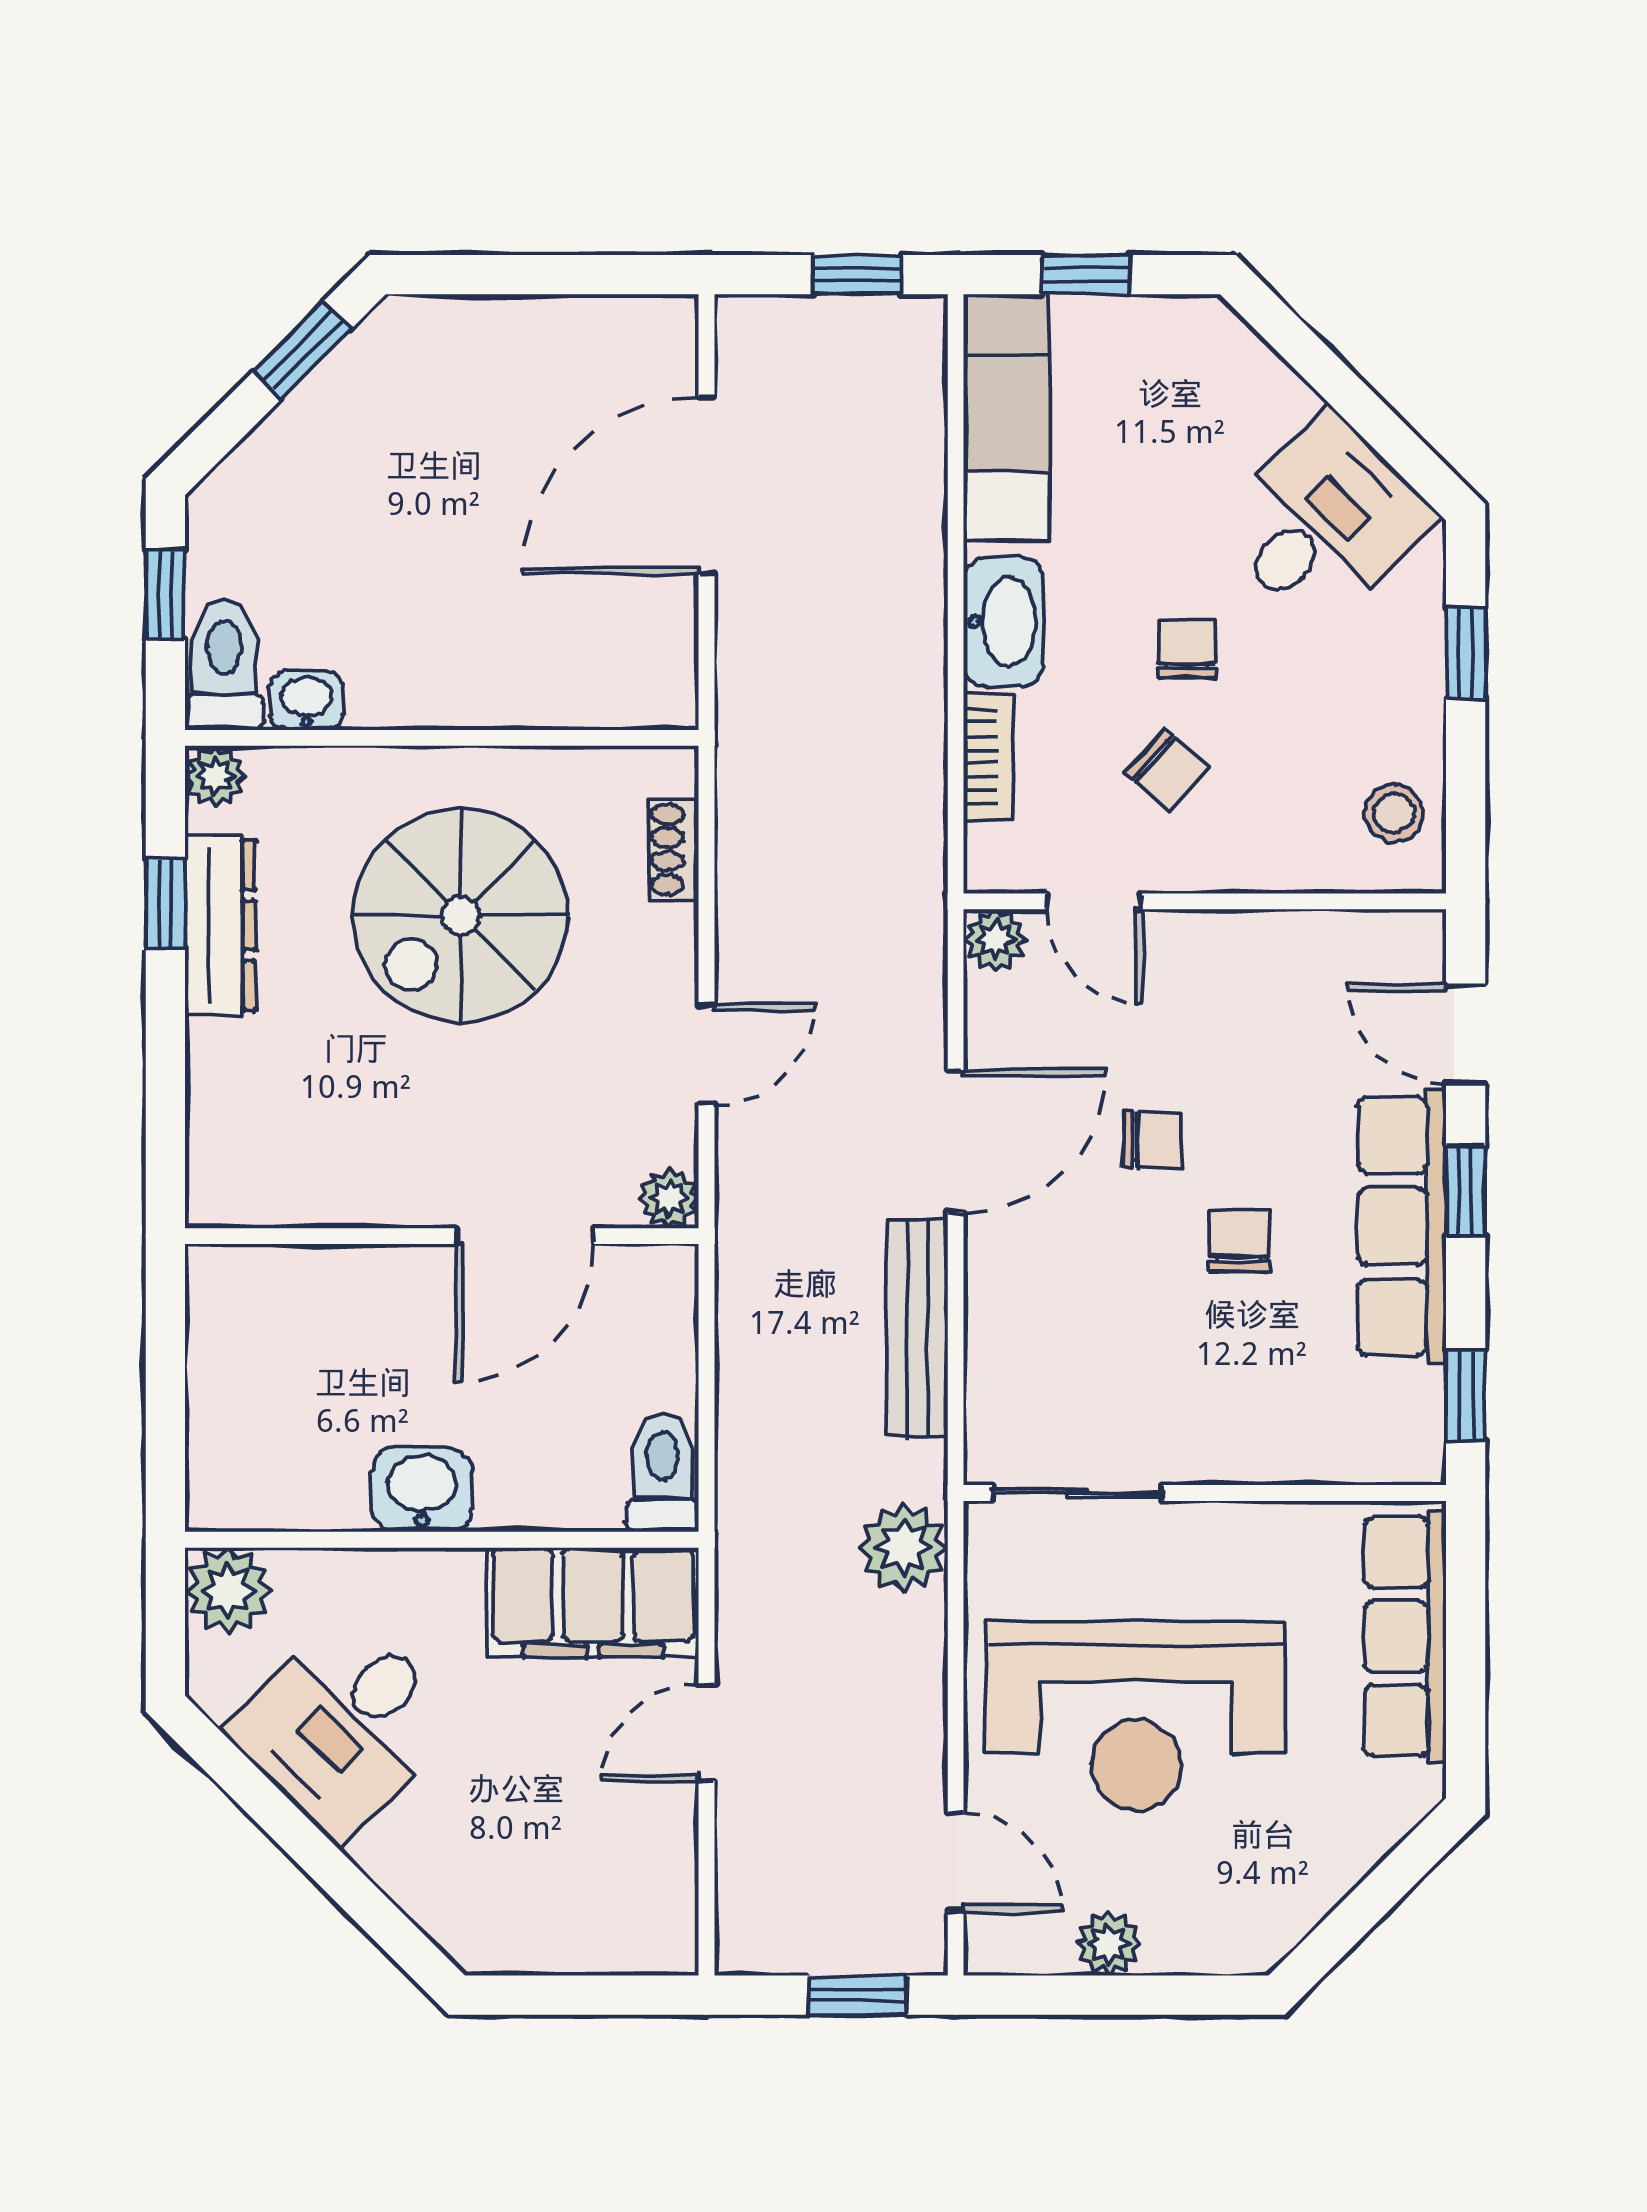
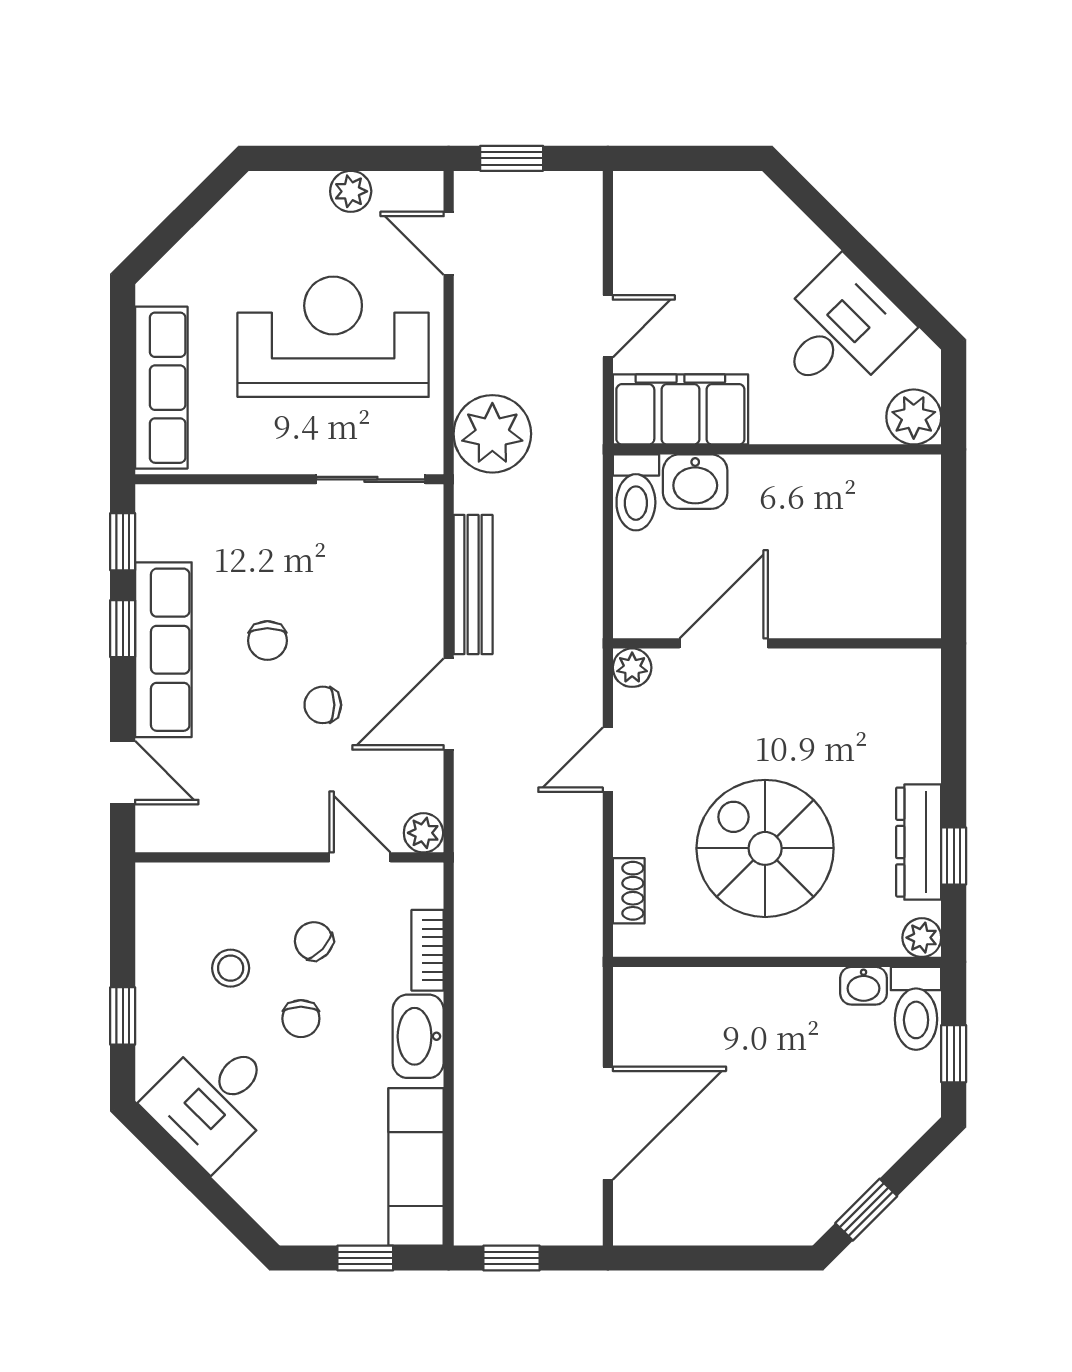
stool: (1394, 813) -> (231, 968), moved
spiral stairs: (460, 915) -> (765, 848), turned -90
window: (1466, 1191) -> (123, 629), moved
washbasin: (422, 1489) -> (695, 482), moved
plant: (903, 1548) -> (492, 434), width x1.36, depth x1.36

